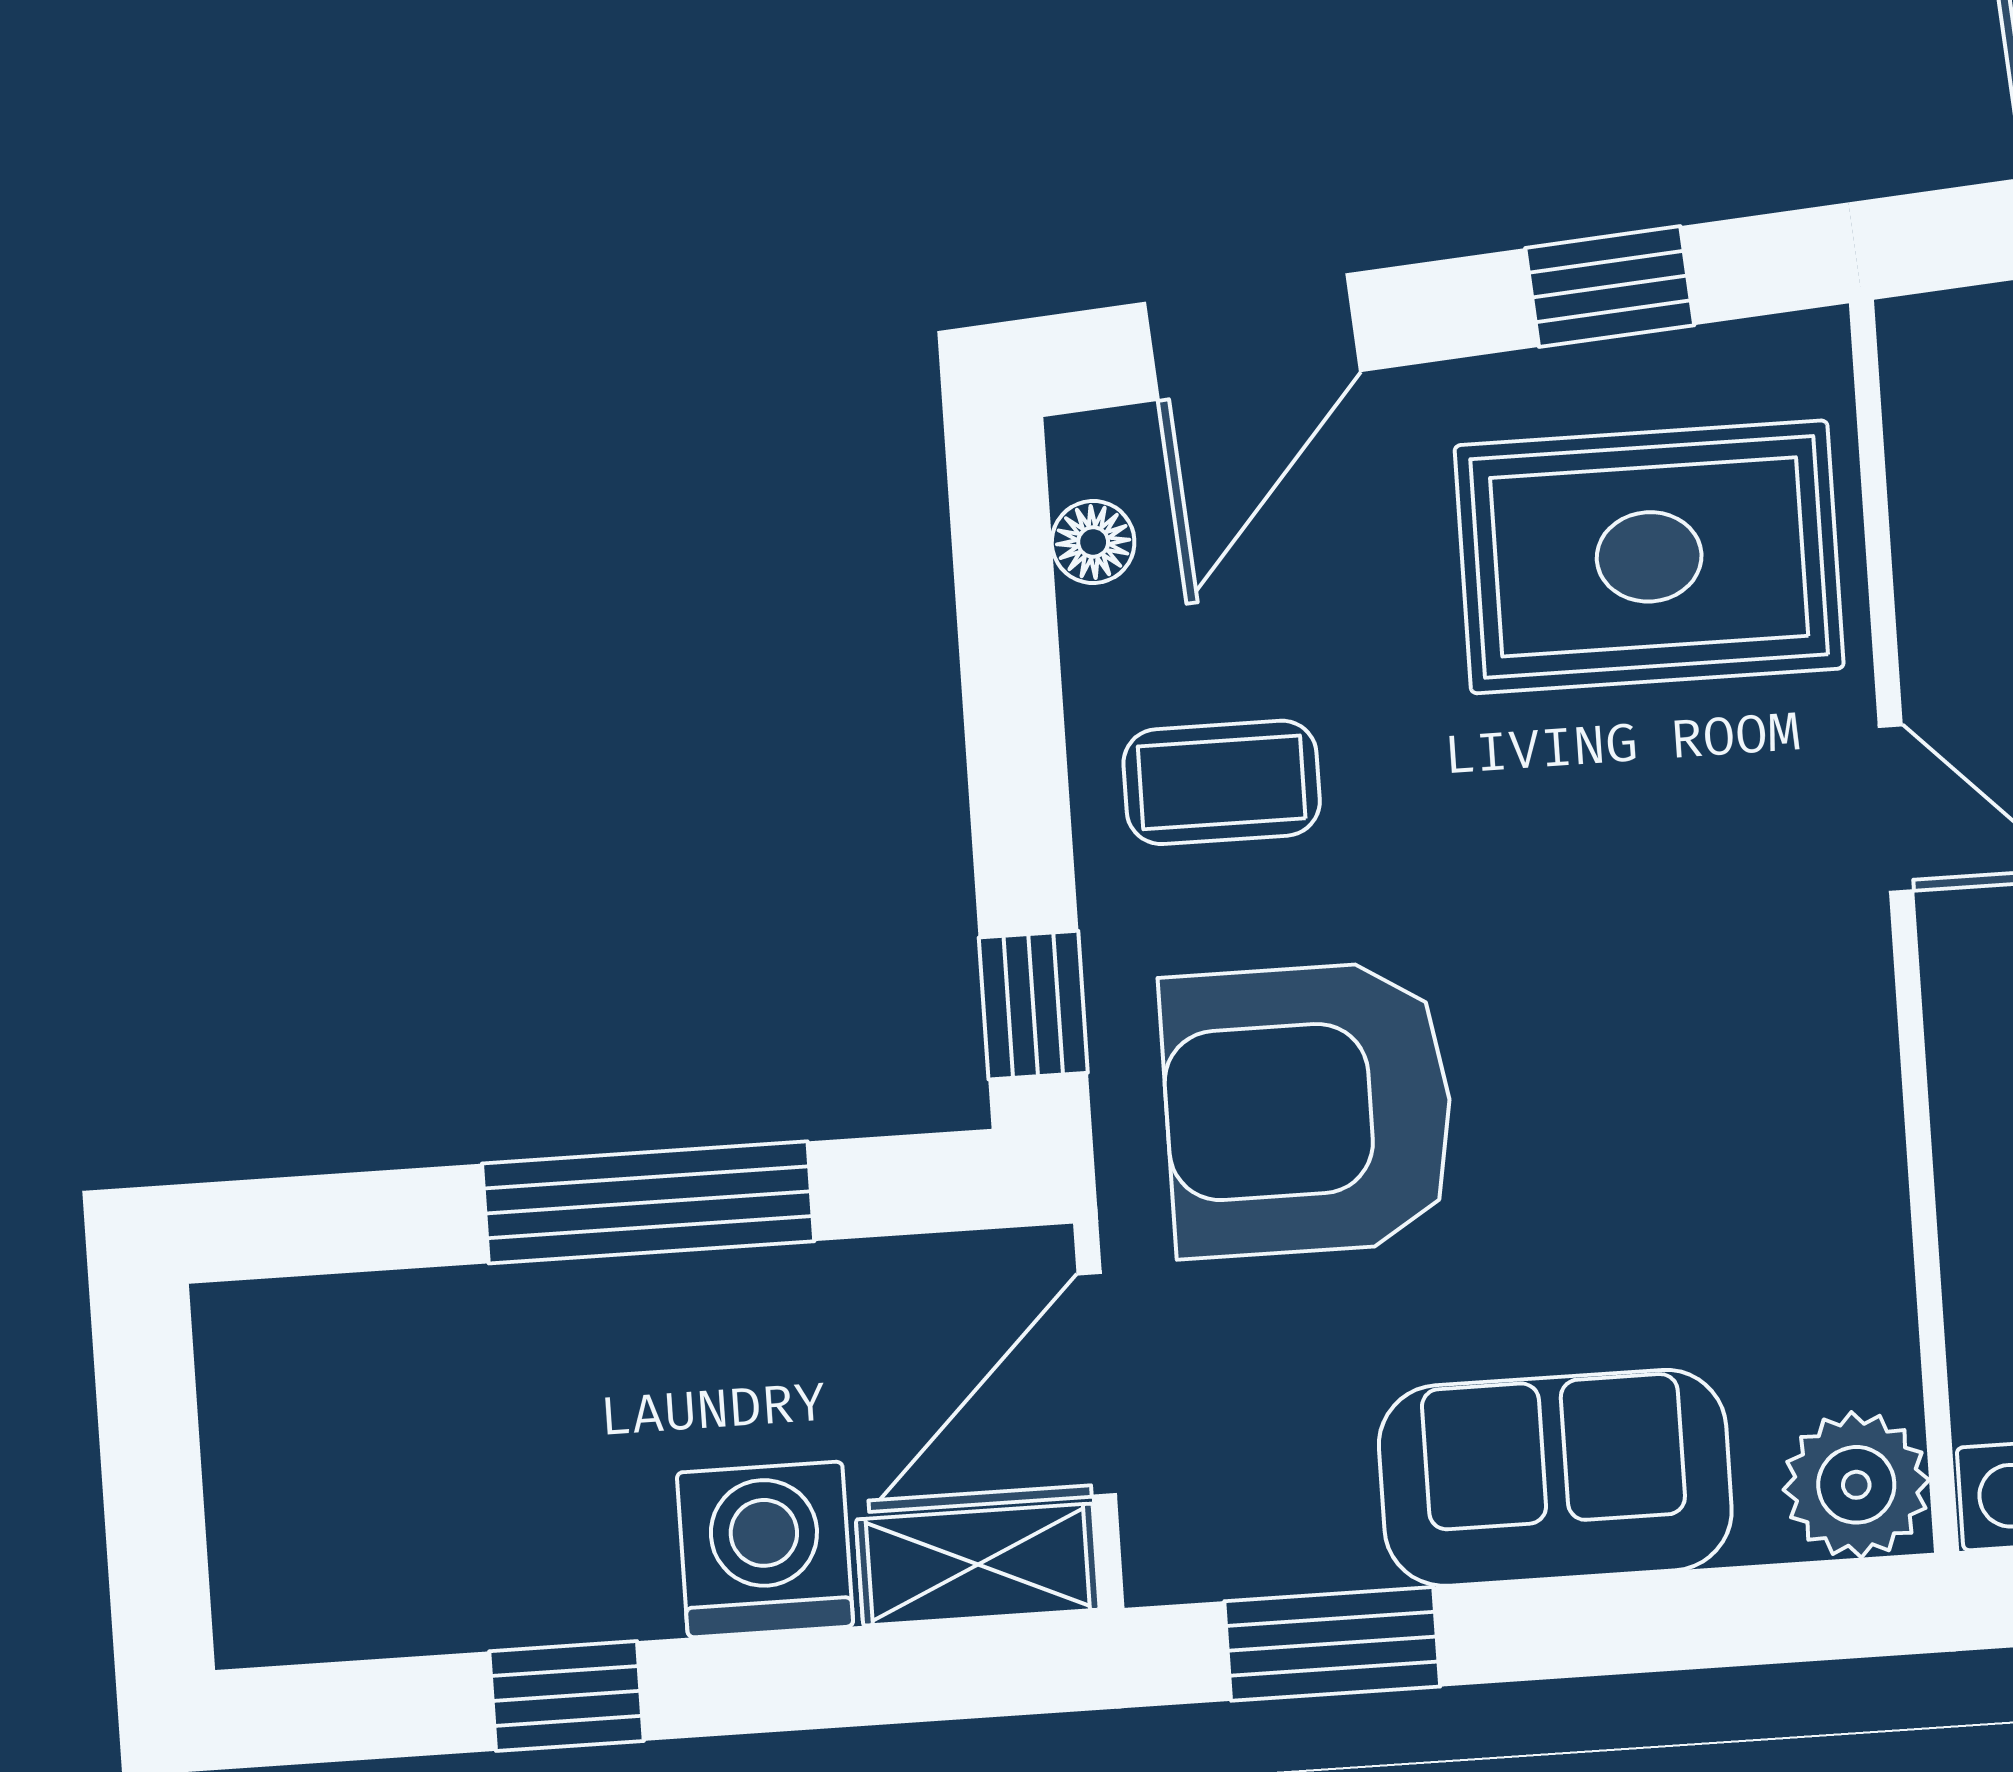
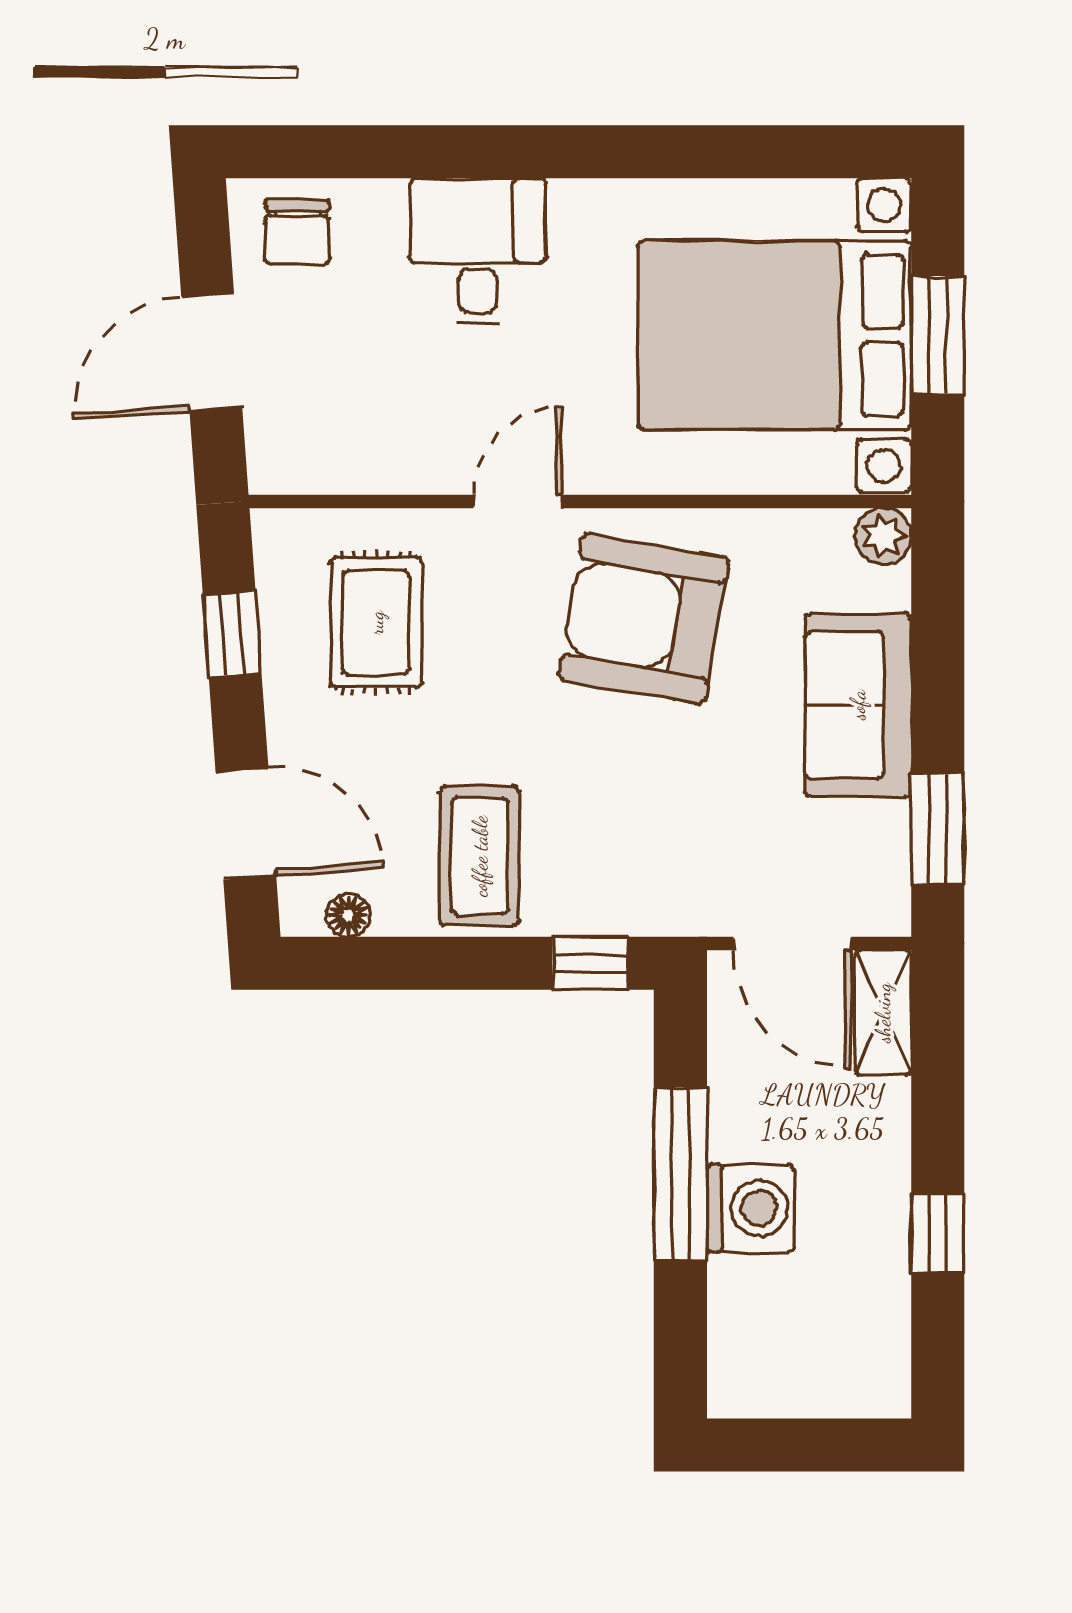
rug: (1649, 557) -> (376, 623), width x0.73, depth x0.70
coffee table: (1222, 782) -> (480, 856), width x1.36, depth x1.30
armchair: (1308, 1109) -> (644, 619), moved, turned 100
plant: (1856, 1485) -> (883, 536), width x0.73, depth x0.73
washing machine: (765, 1549) -> (751, 1208), moved, turned 180

